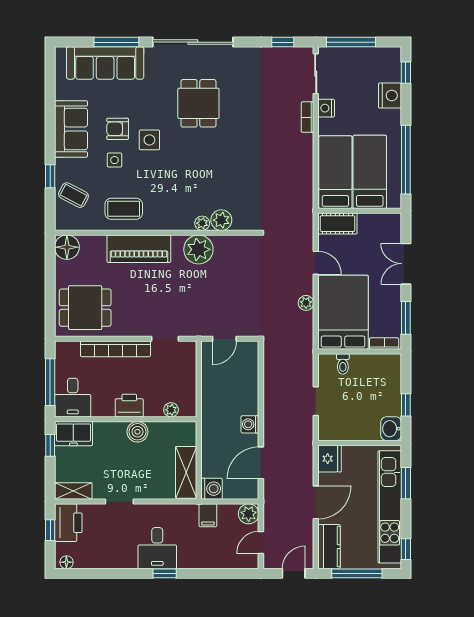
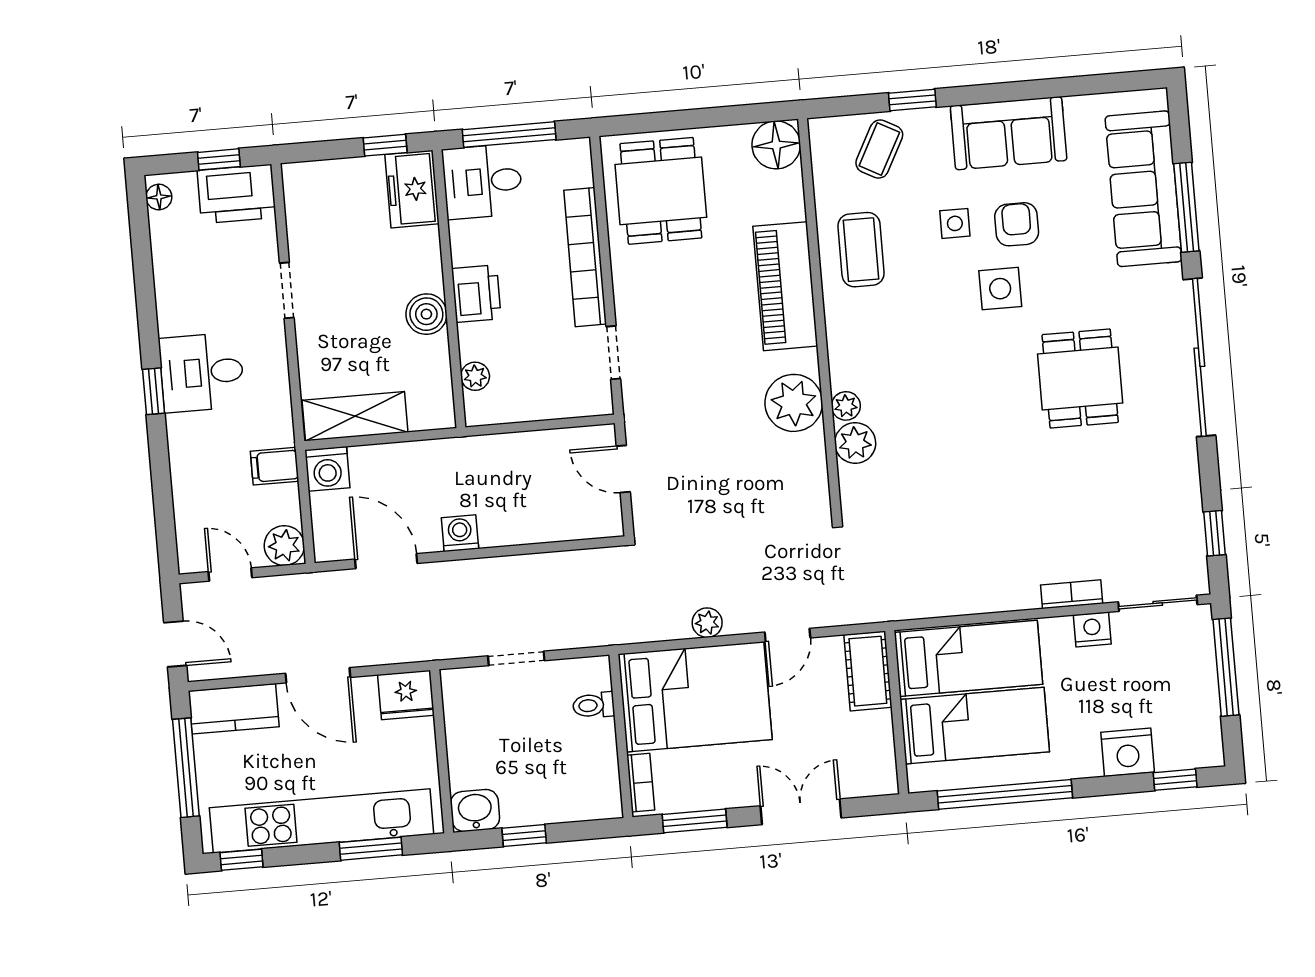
dining table: (198, 103) -> (1080, 379), turned 90
shelving: (73, 491) -> (300, 198), removed

